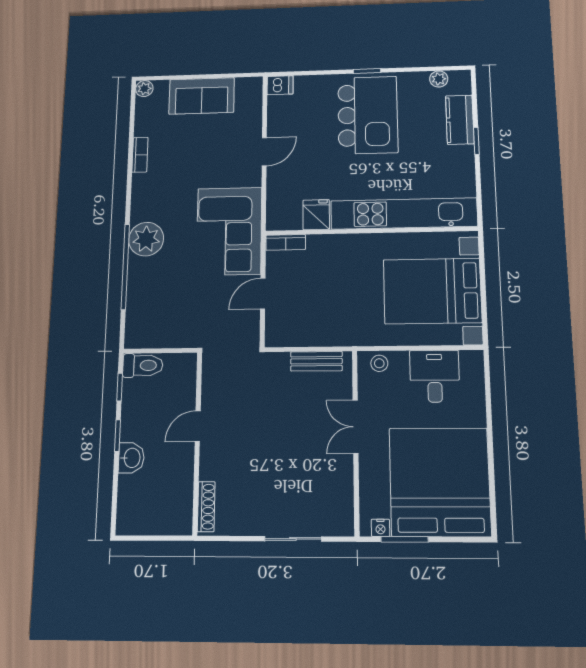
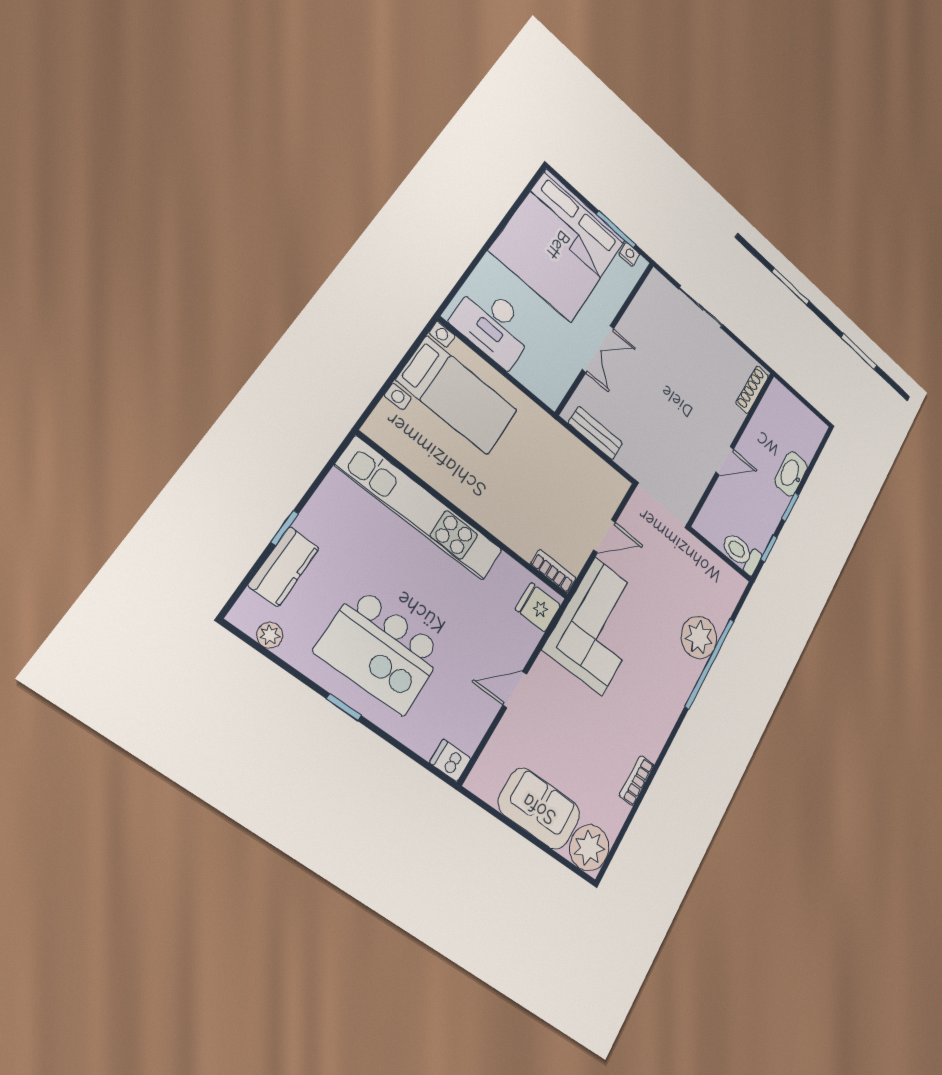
plant: (144, 89) -> (589, 848), width x1.88, depth x1.88
kitchen island: (368, 115) -> (380, 651), turned -90
fridge: (316, 215) -> (538, 607), moved, turned 90
plant: (146, 239) -> (699, 637), moved
bed with nightstands: (432, 291) -> (457, 395), width x0.73
stool: (379, 363) -> (542, 385), removed
desk: (435, 376) -> (493, 325), width x1.37
washbasin: (131, 458) -> (791, 474), width x1.38

